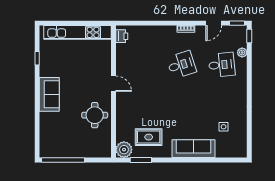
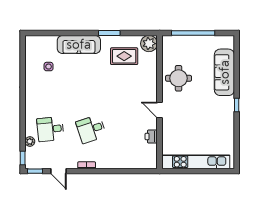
door: (214, 23) -> (58, 171), swing flipped
printer: (122, 36) -> (151, 136), moved
window: (37, 58) -> (237, 105), moved
sofa: (49, 94) -> (224, 72), moved, width x1.36
window: (63, 160) -> (193, 33), moved
window: (141, 160) -> (109, 33), moved

